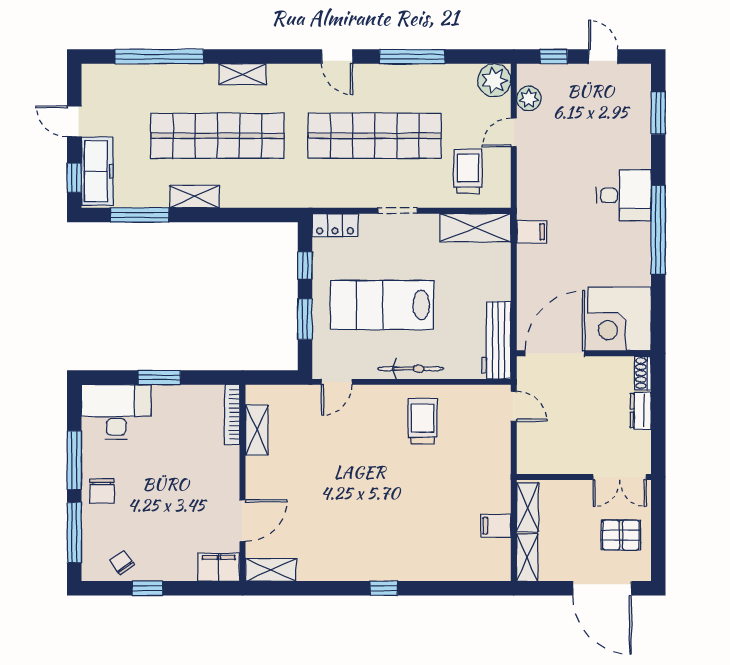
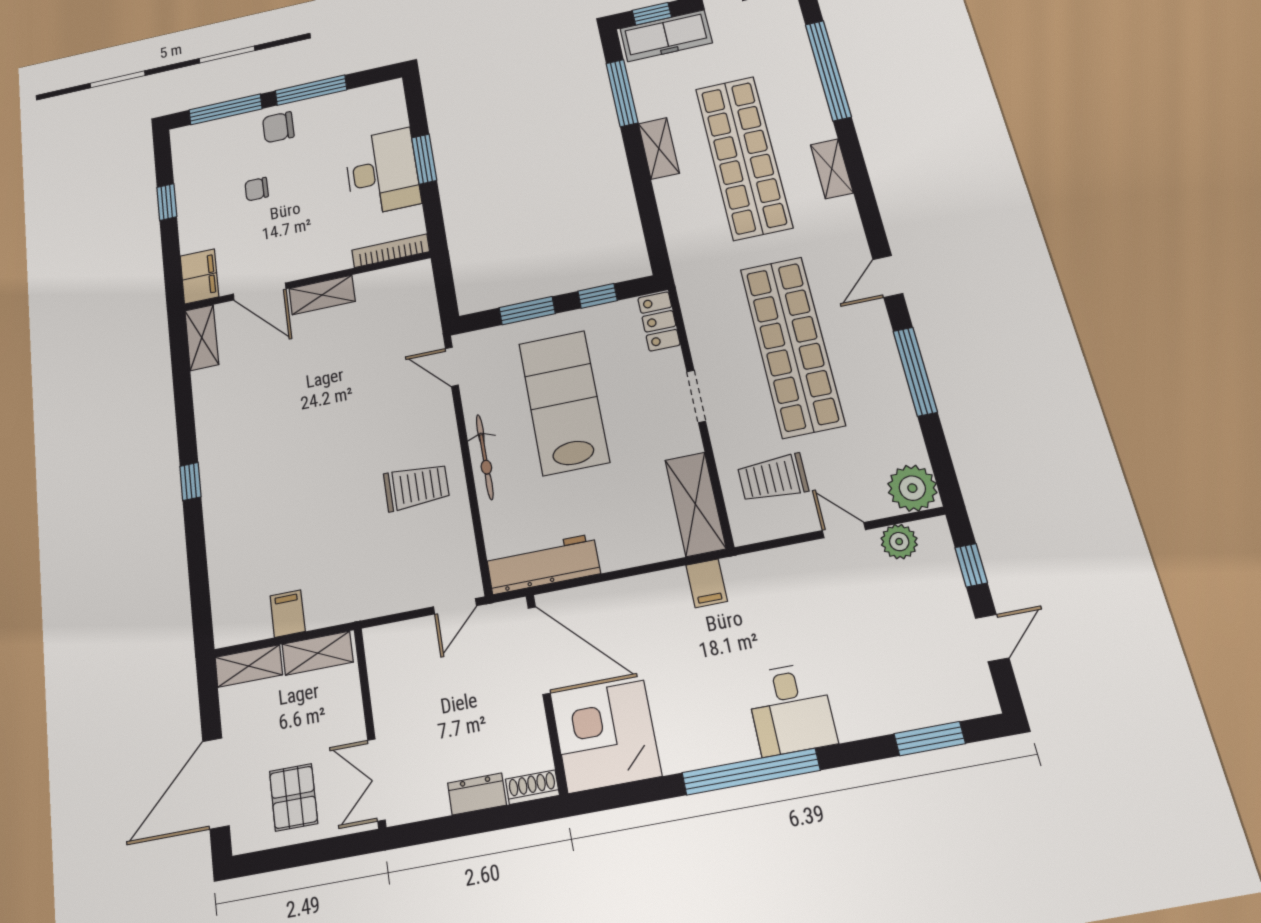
trolley: (468, 171) -> (773, 478), turned 180
desk: (116, 412) -> (382, 172), moved
shelving: (257, 430) -> (322, 295), moved
chair: (122, 562) -> (257, 189), moved, turned -144

